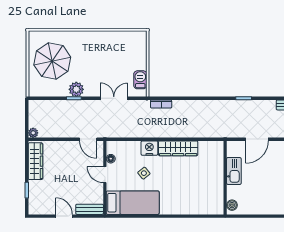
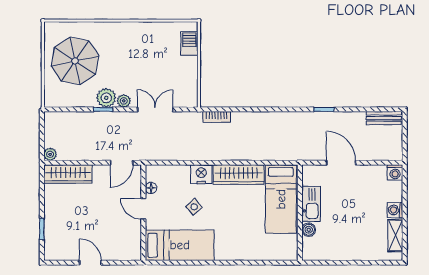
barbecue: (140, 80) -> (189, 43), moved
plant: (90, 92) -> (124, 101), added
door: (88, 139) -> (122, 163), hinge flipped
door: (257, 139) -> (341, 163), swing flipped
wardrobe: (35, 161) -> (68, 174), moved, turned 90
bed: (211, 167) -> (281, 199), added
boiler: (232, 205) -> (309, 230), moved
bench: (90, 209) -> (123, 254), removed

